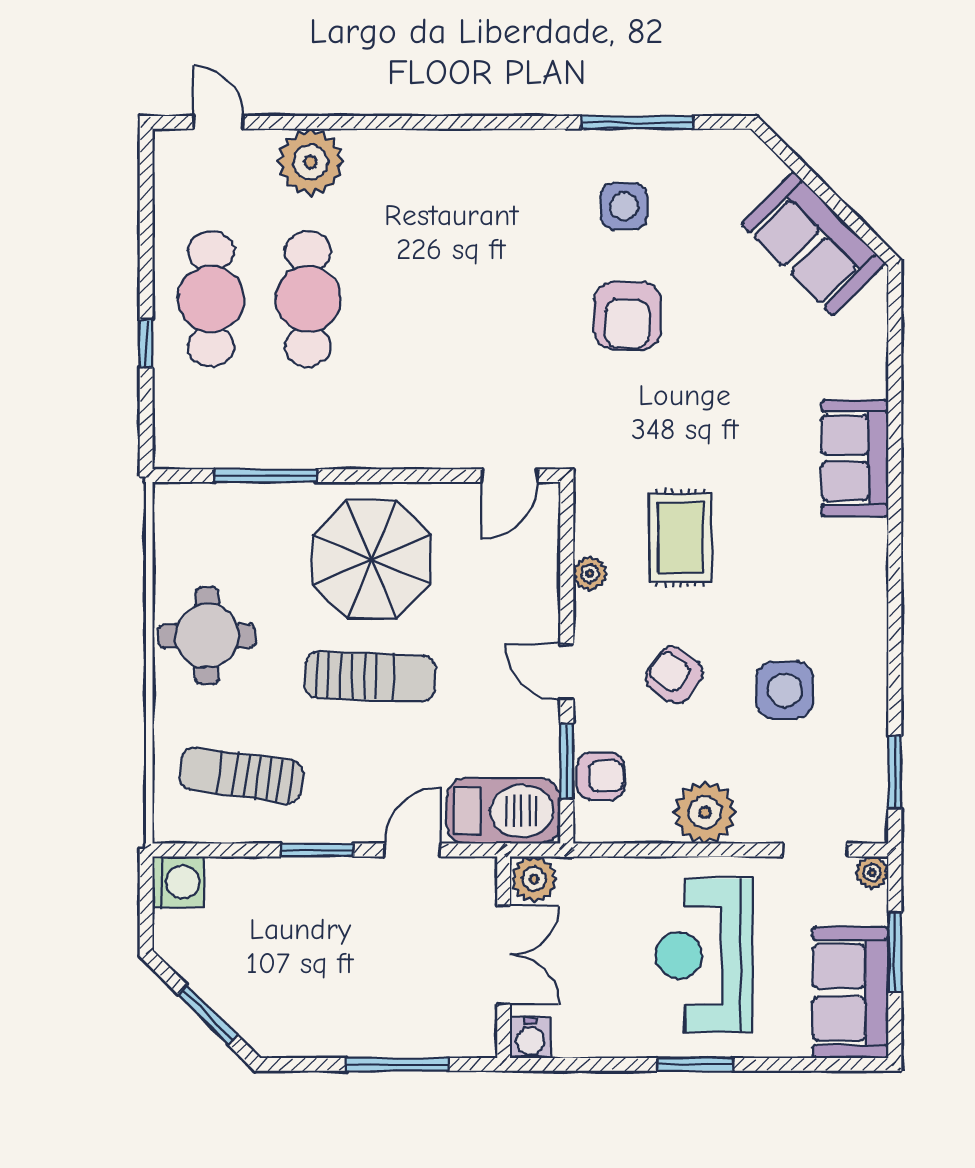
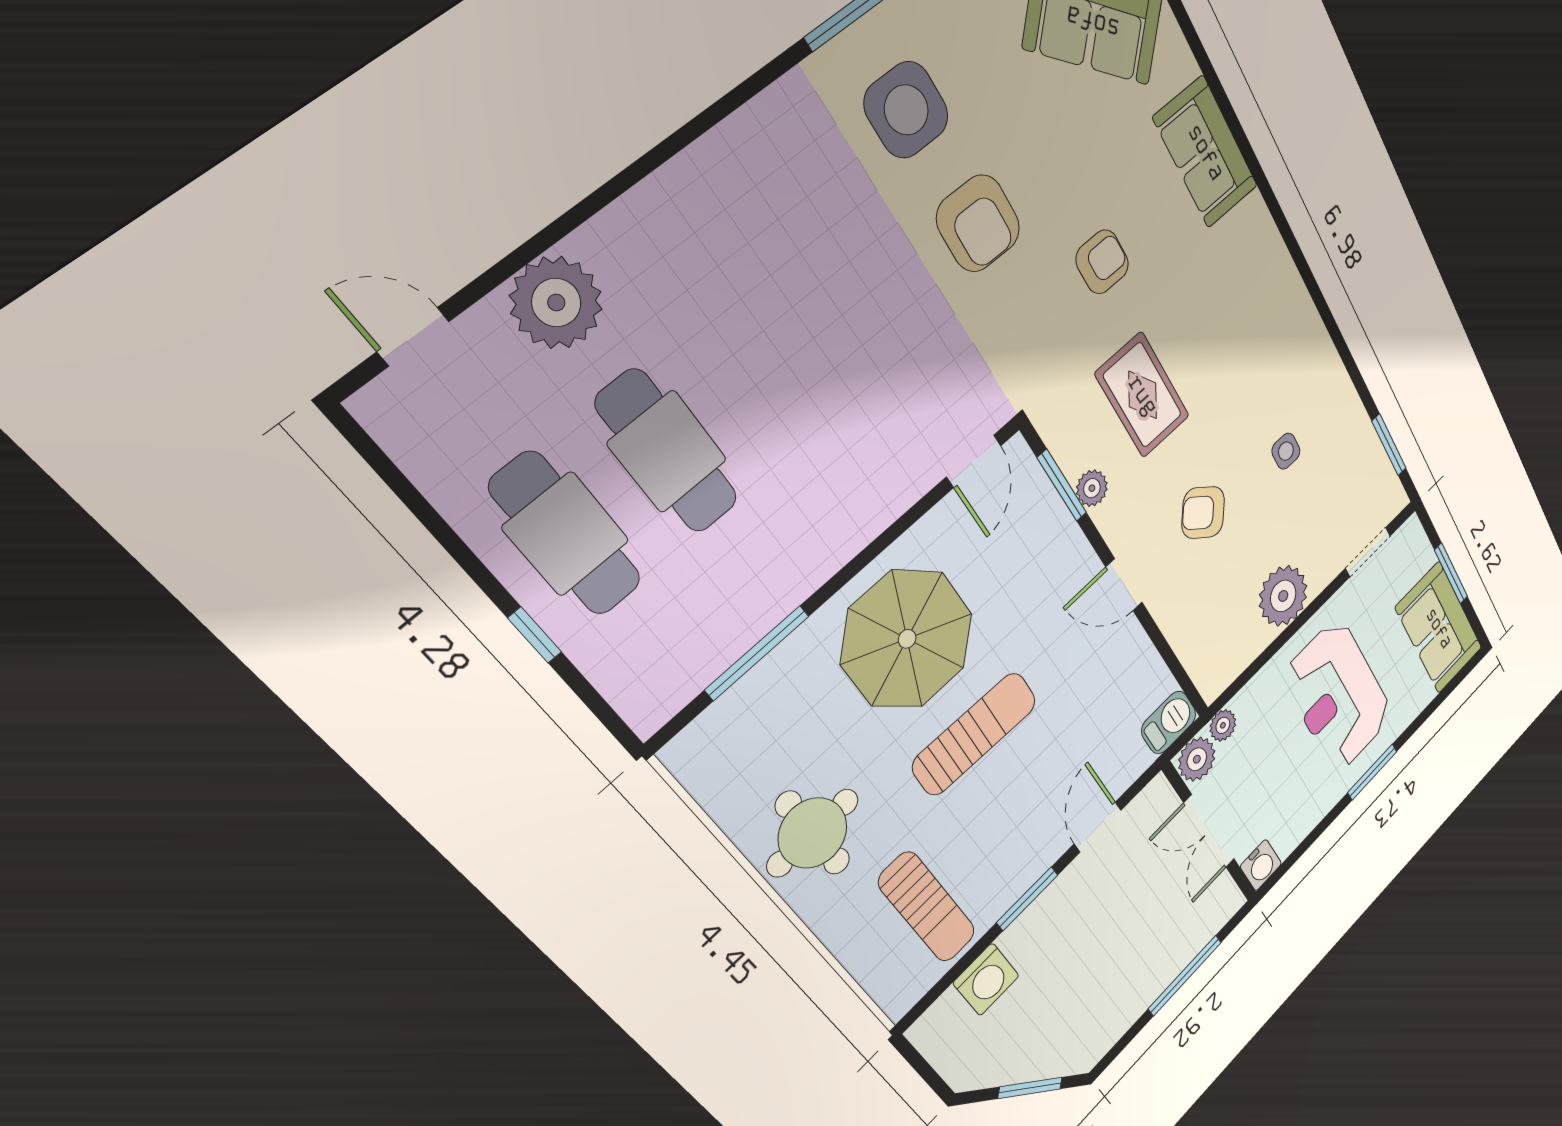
side table: (624, 206) -> (906, 110), width x1.37, depth x1.37
sofa: (855, 458) -> (1206, 152), moved
side table: (785, 690) -> (1286, 451), width x0.54, depth x0.54
window: (567, 761) -> (1062, 485), moved
sun lounger: (241, 775) -> (927, 907), turned -98
armchair: (601, 776) -> (1102, 262), moved
barbecue: (504, 811) -> (1169, 722), width x0.53, depth x0.65
plant: (872, 873) -> (1223, 725), moved
washing machine: (178, 882) -> (986, 979), moved, turned 90
double door: (504, 955) -> (1209, 831), swing flipped

